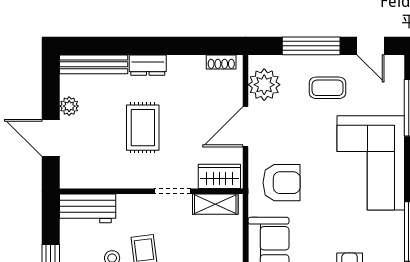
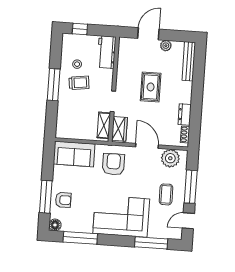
dresser: (148, 65) -> (185, 114), moved
rug: (143, 128) -> (151, 87), turned 90
armchair: (282, 183) -> (113, 164), turned 180

